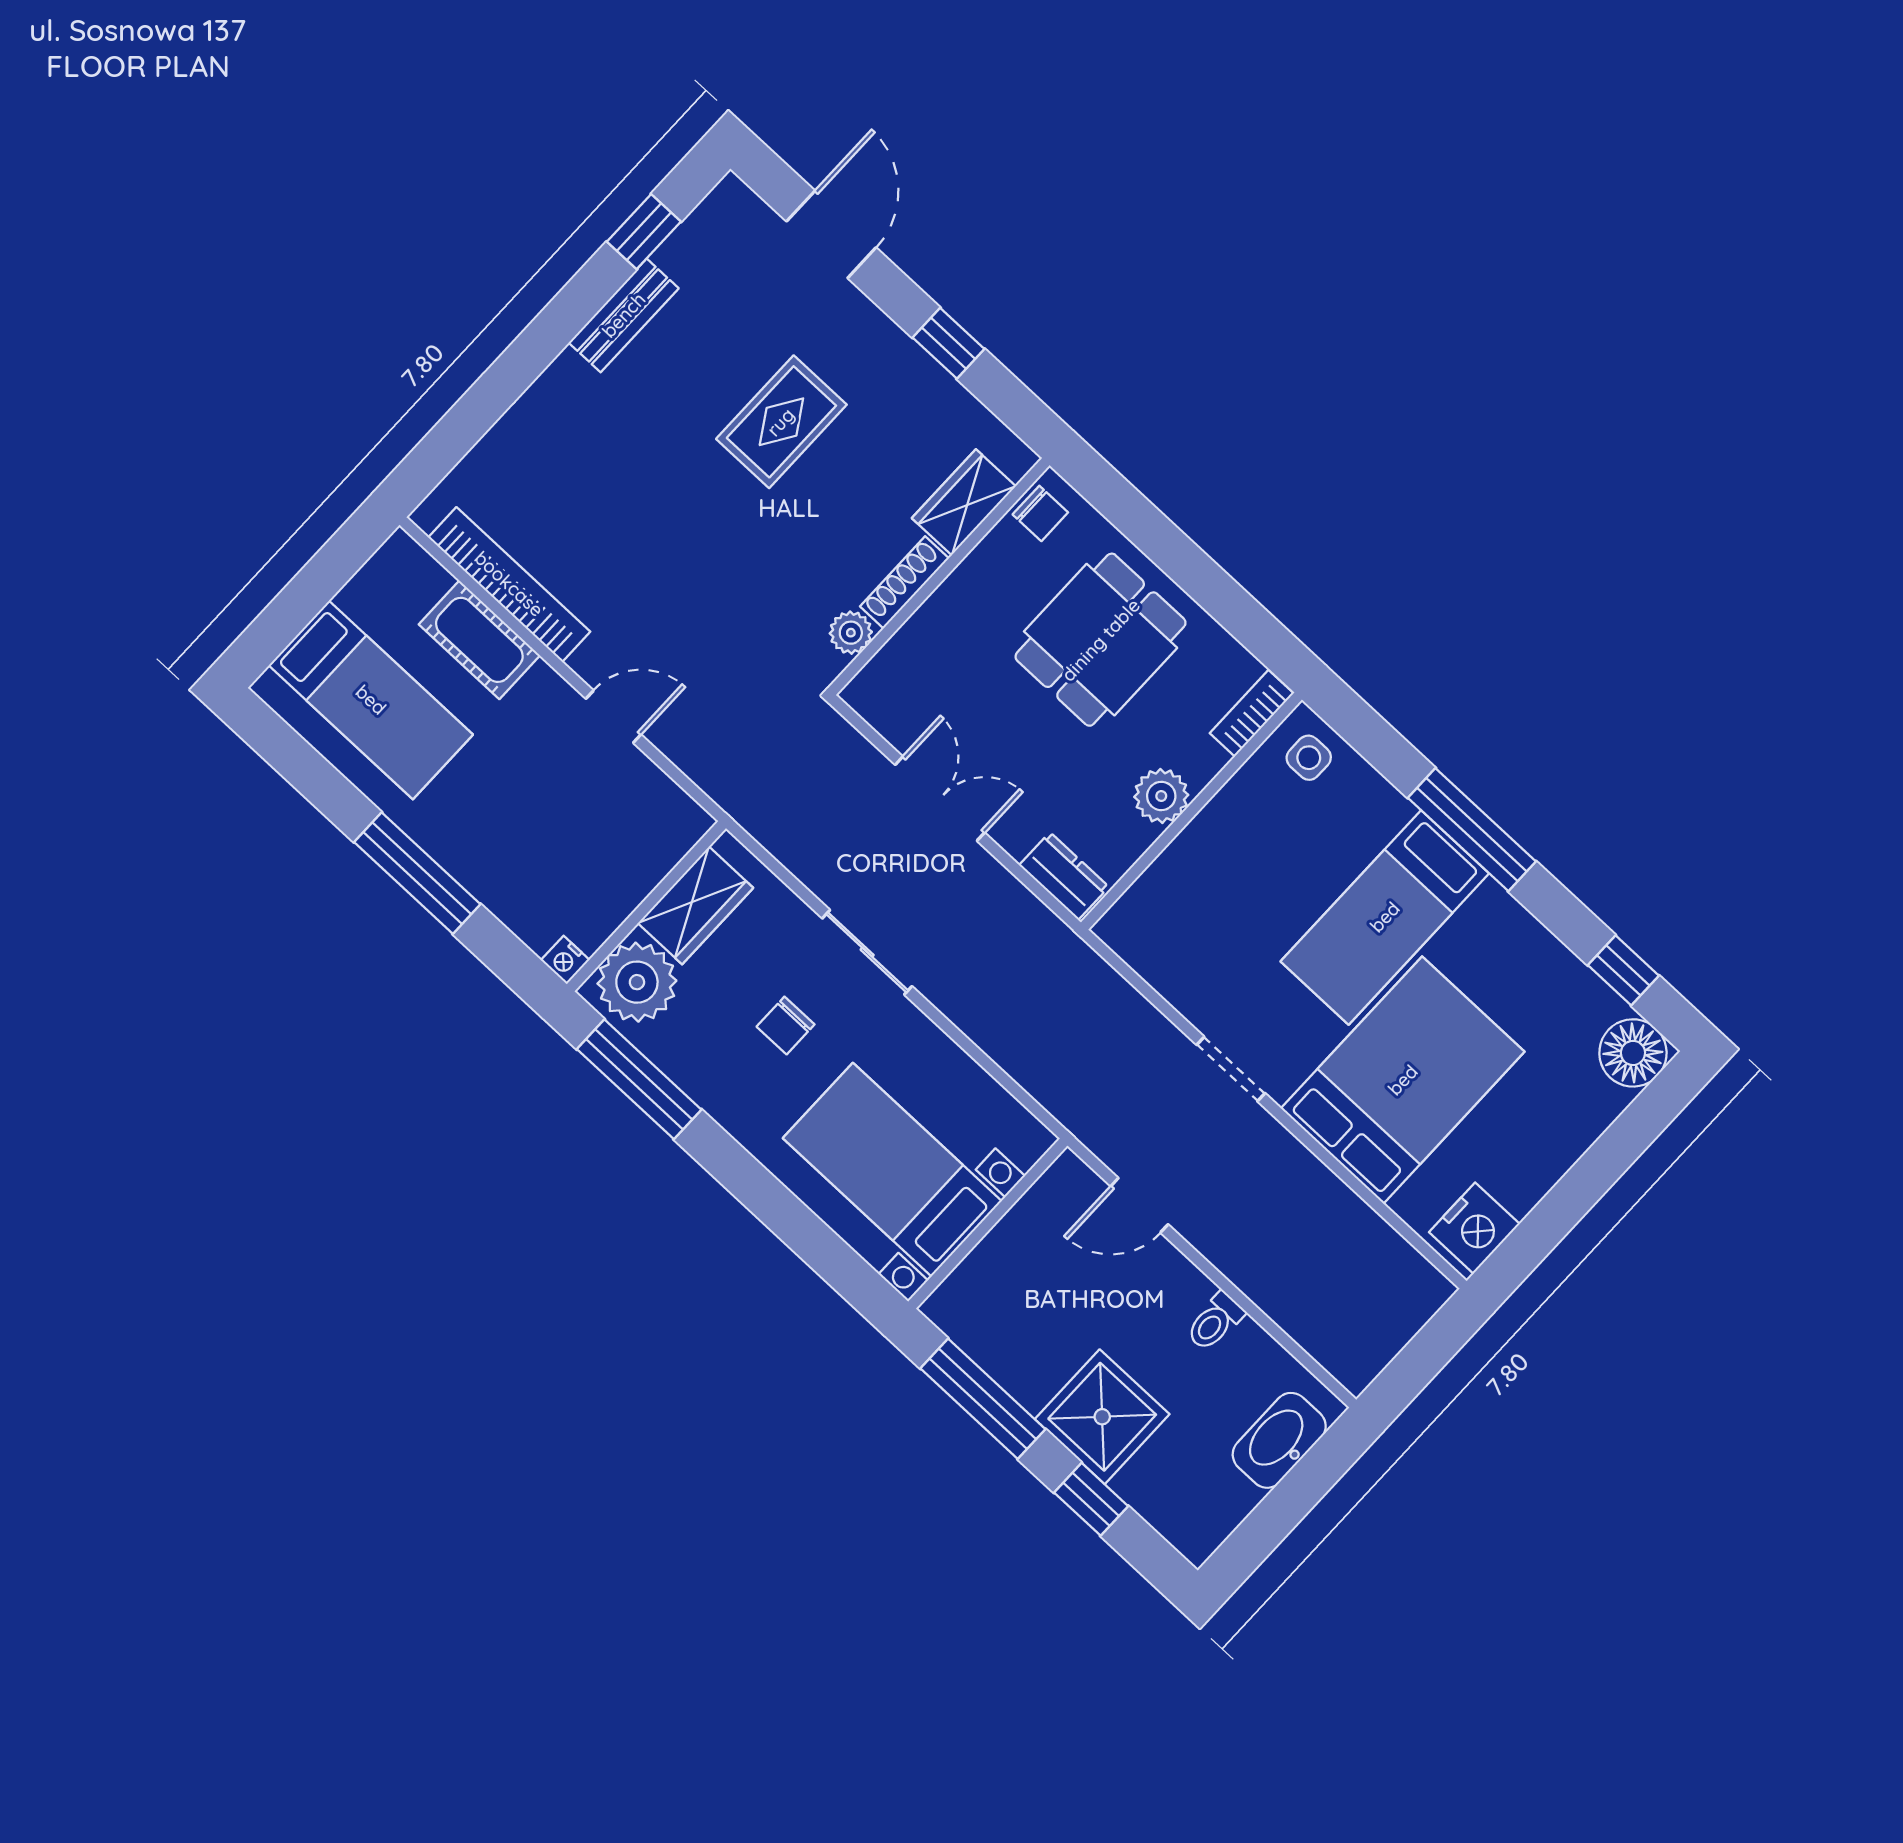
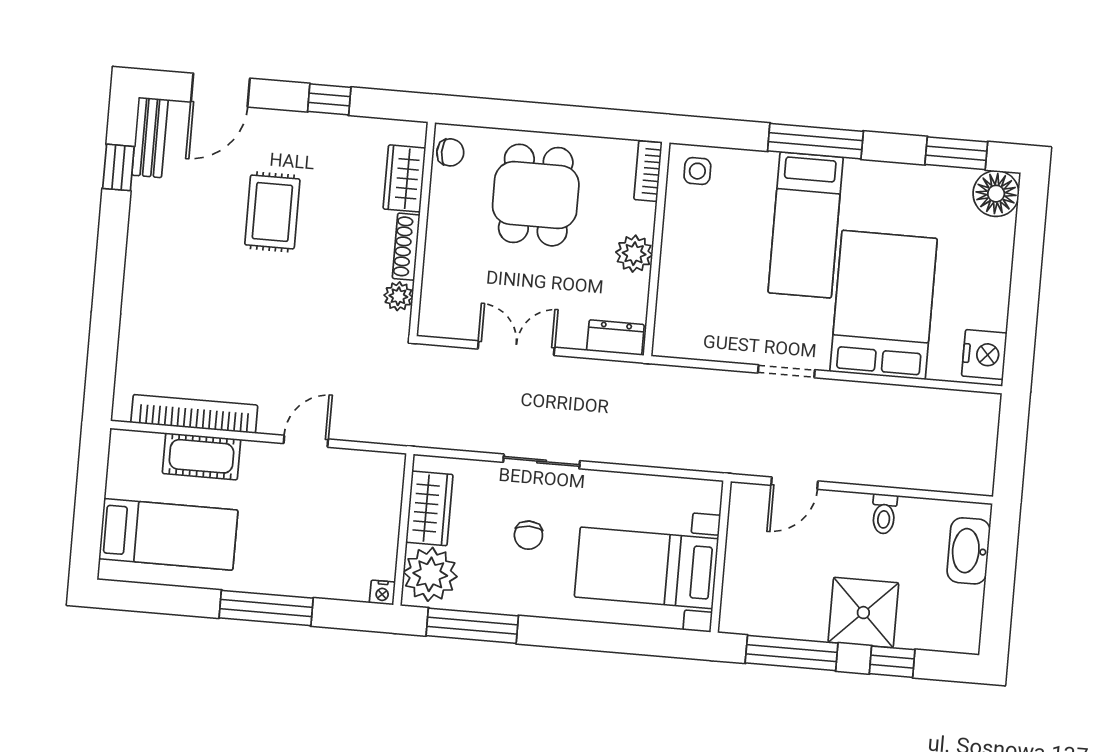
door: (831, 234) -> (220, 90), swing flipped
bench: (624, 315) -> (150, 137), moved
window: (1623, 970) -> (956, 153), width x1.50

